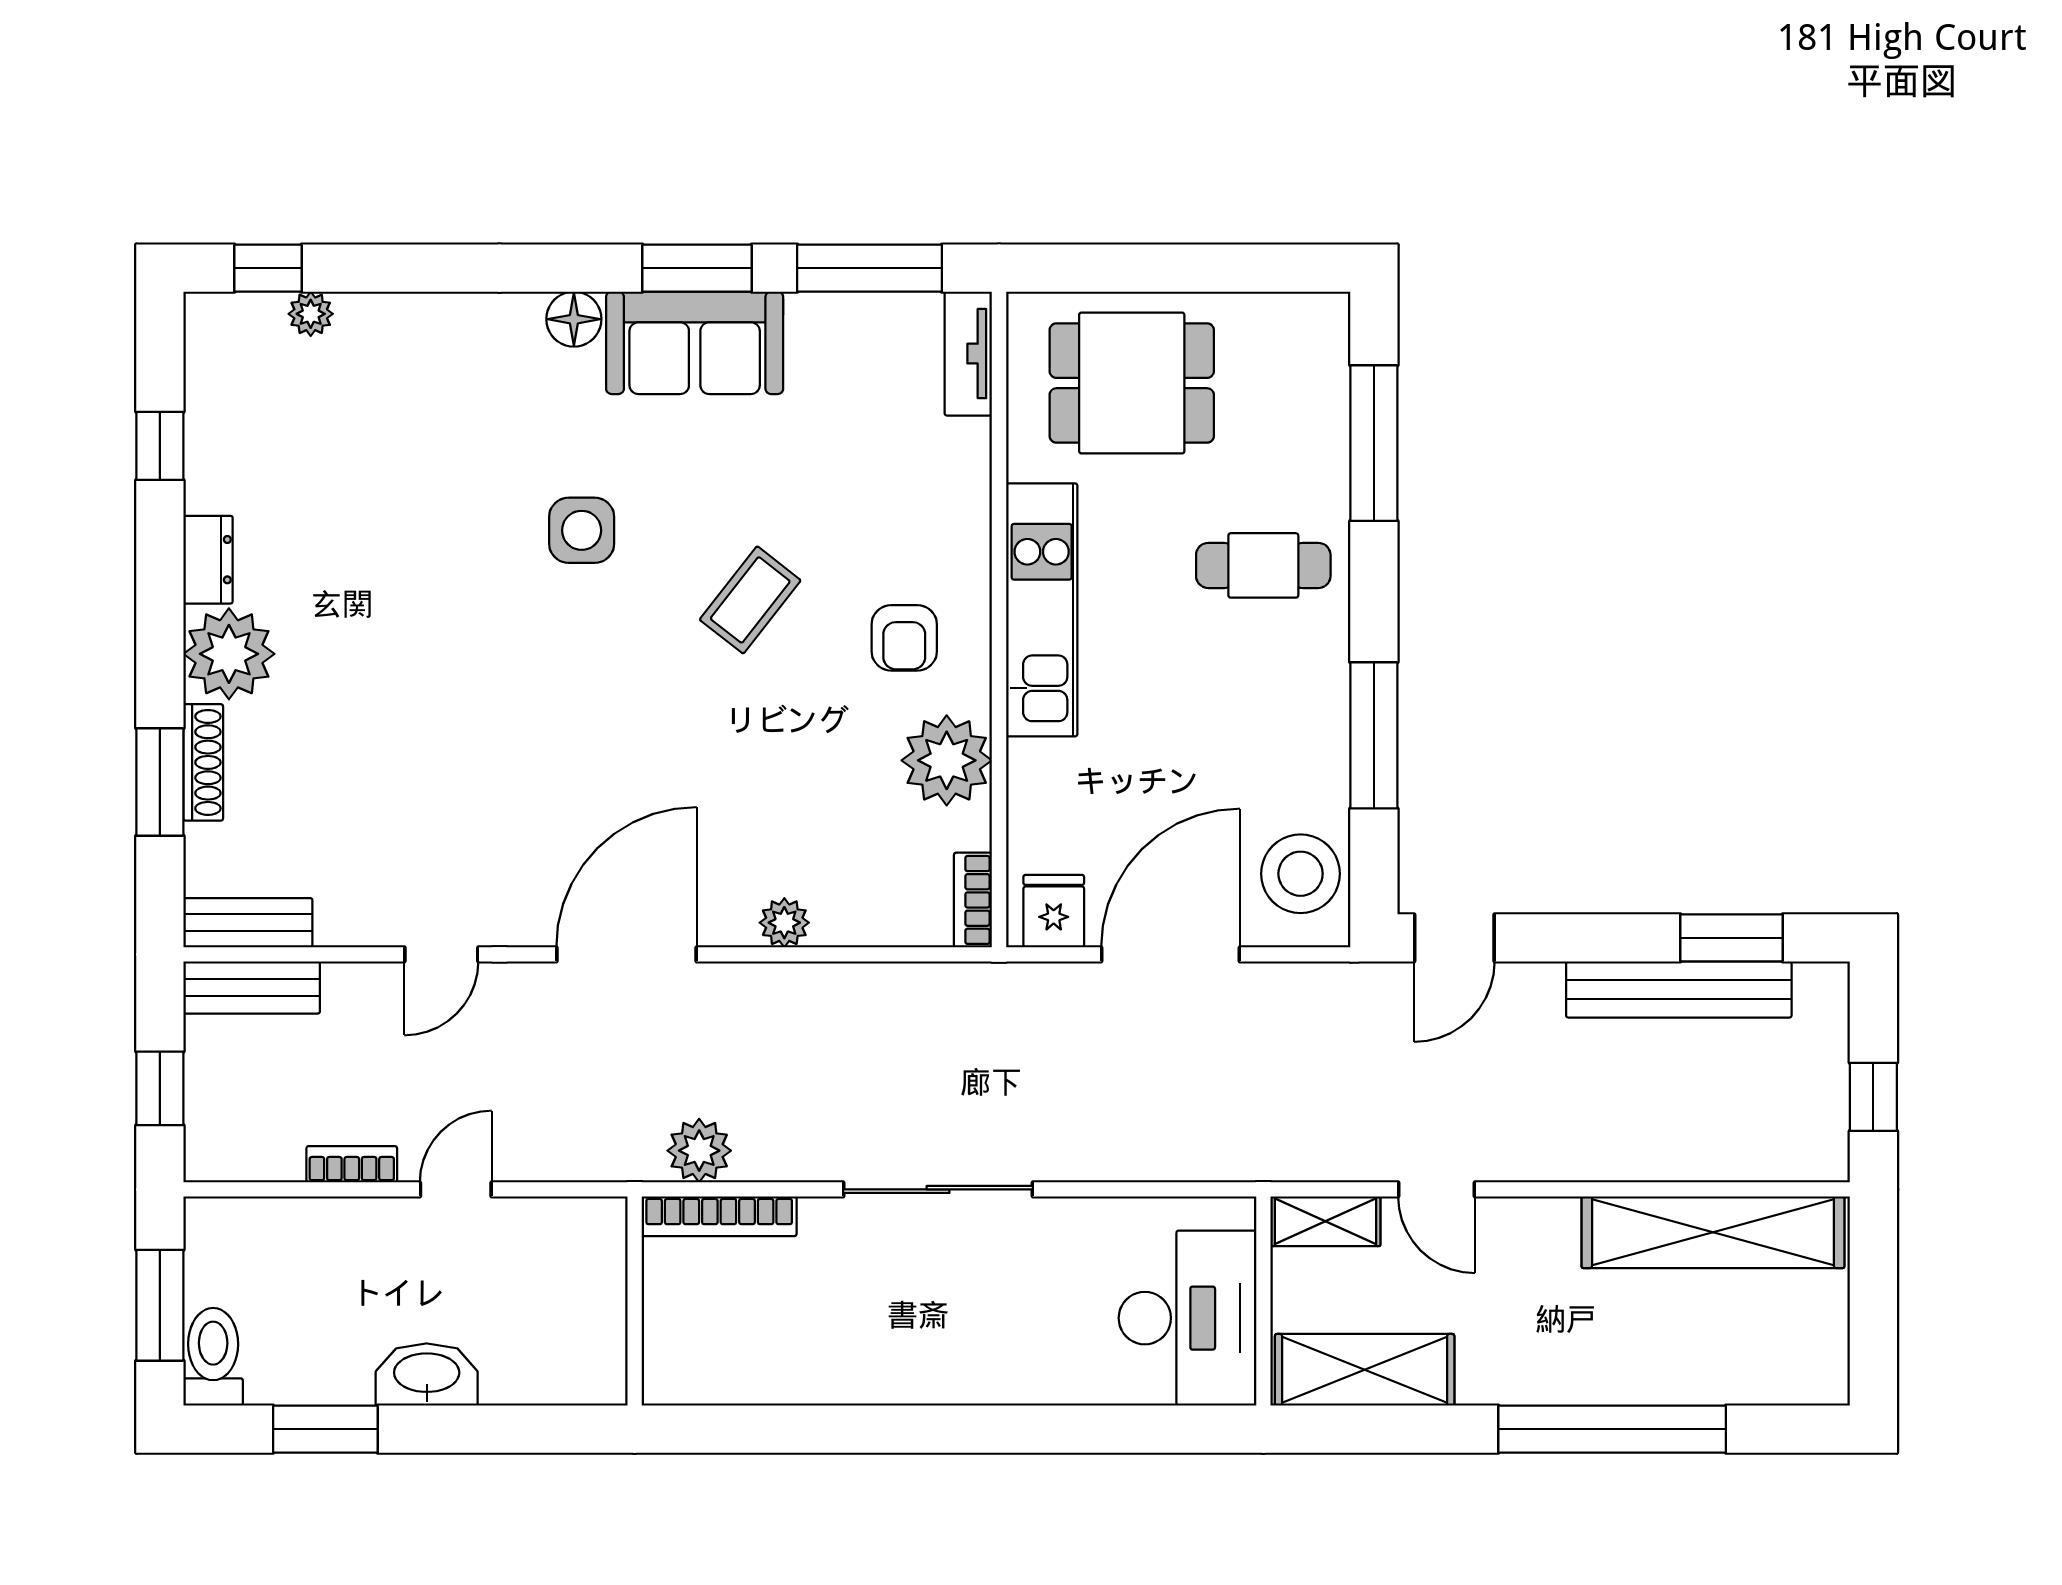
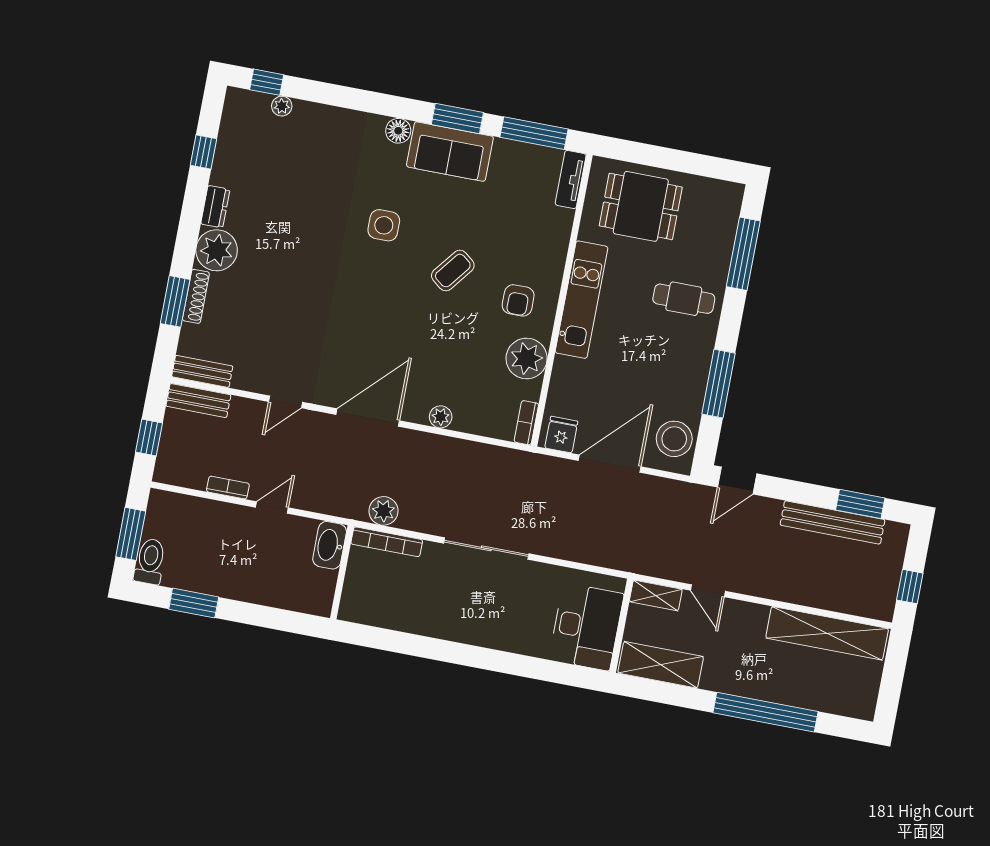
washbasin: (427, 1375) -> (330, 545), moved, turned -90

